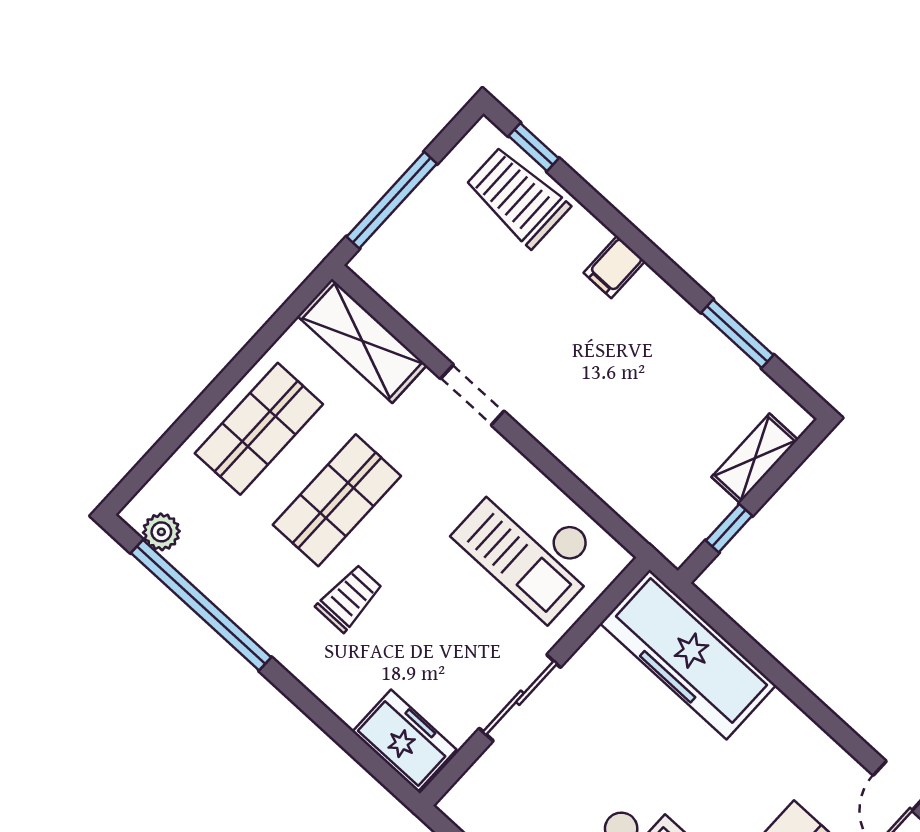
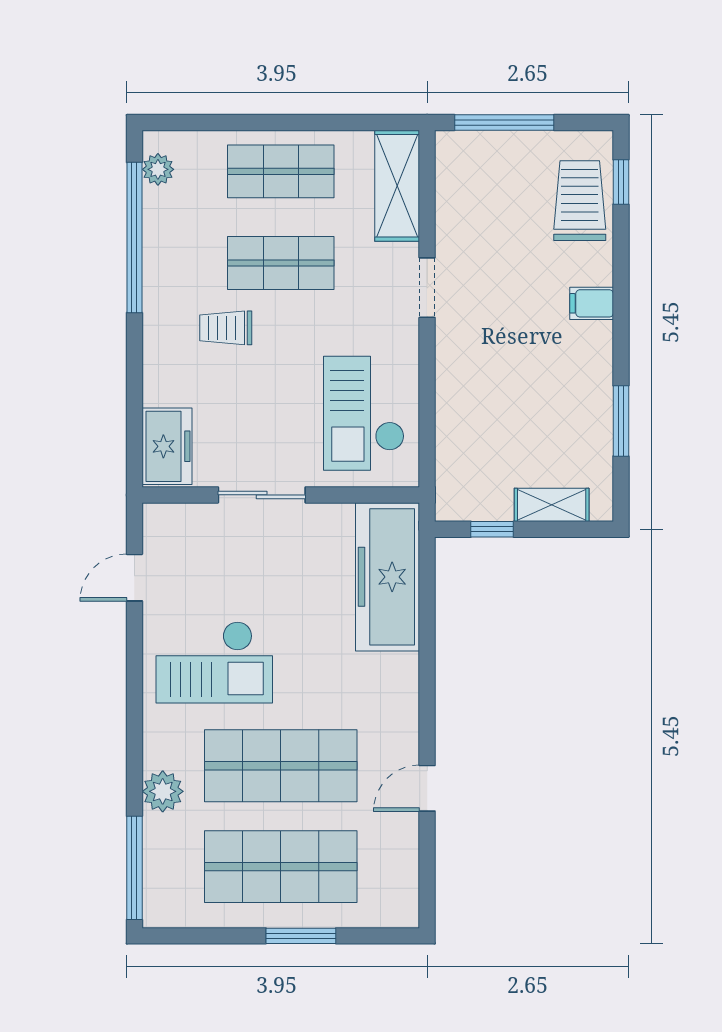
trolley: (349, 598) -> (226, 328), turned 180

